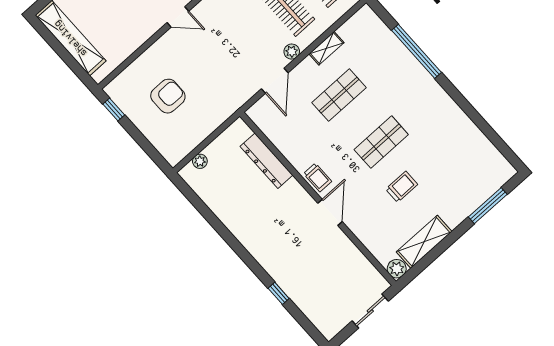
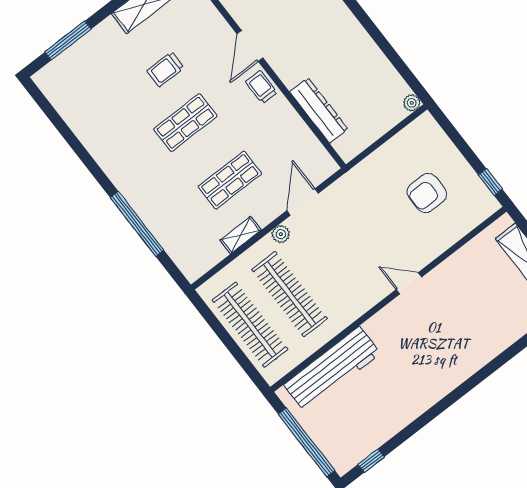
plant: (200, 161) -> (412, 103), moved

